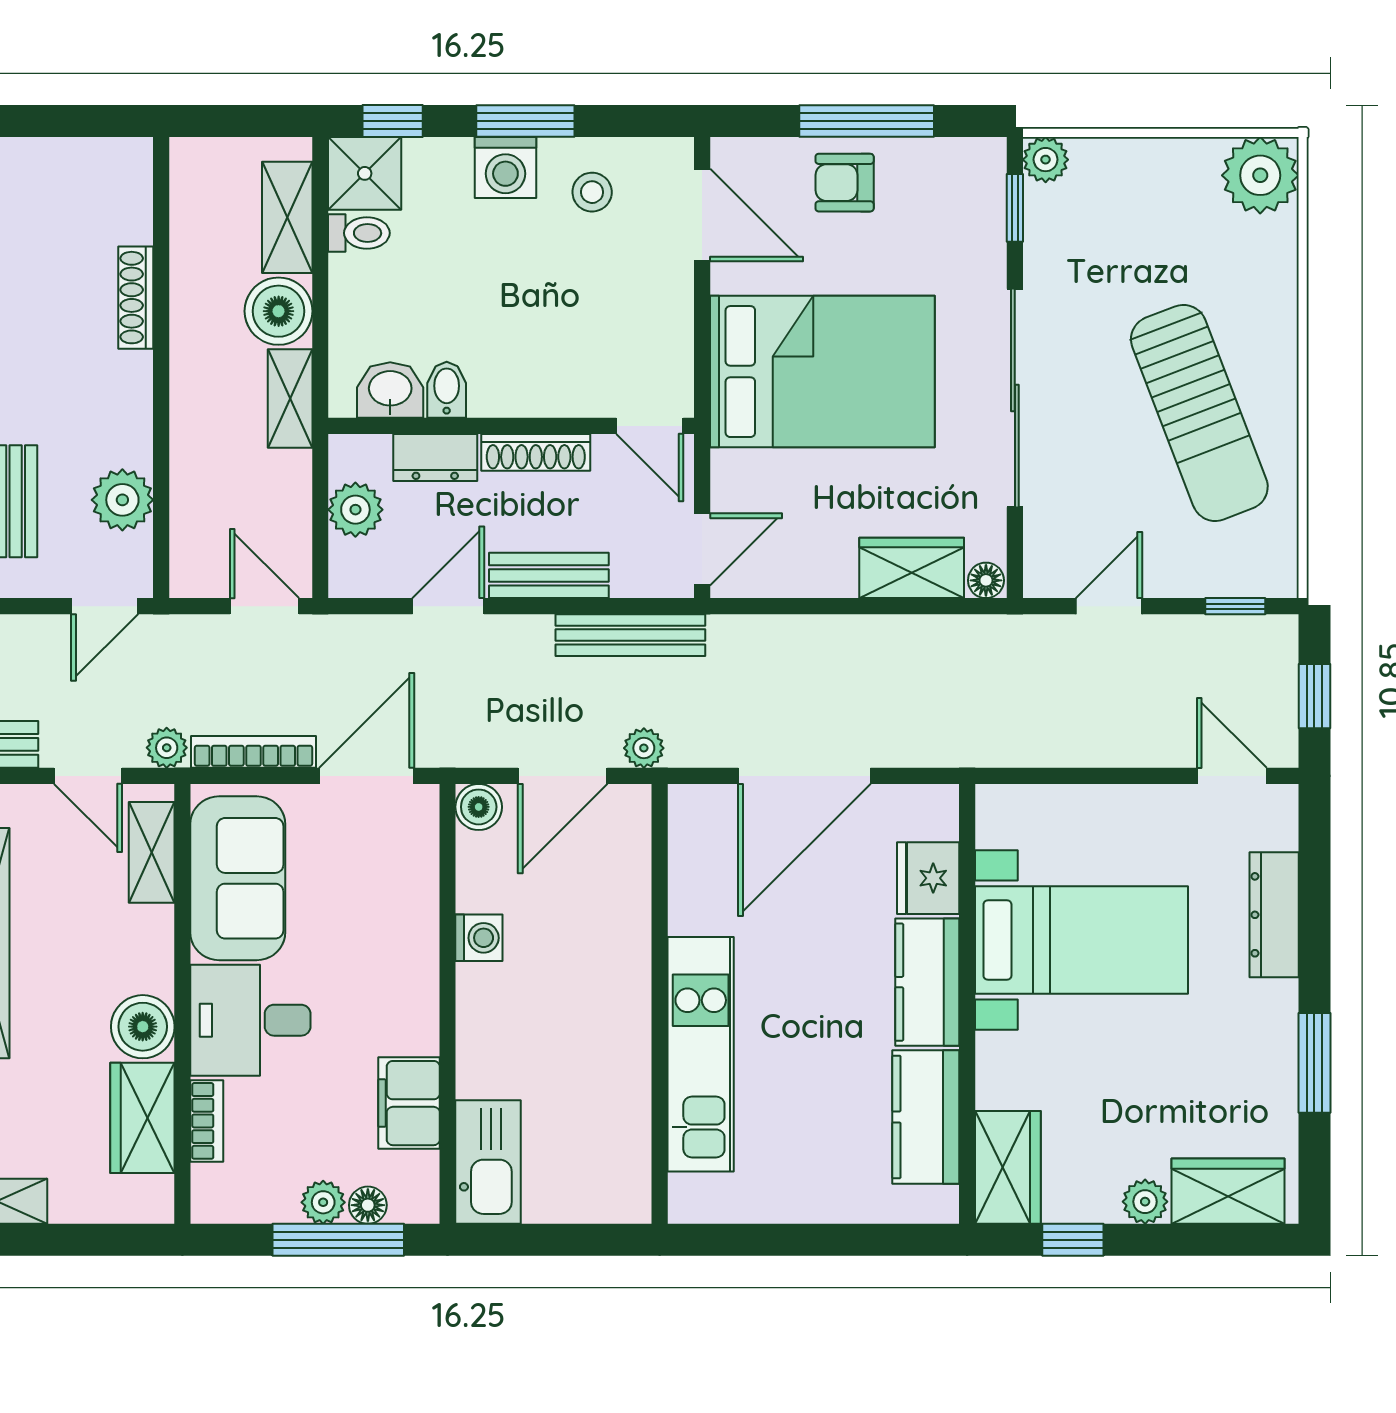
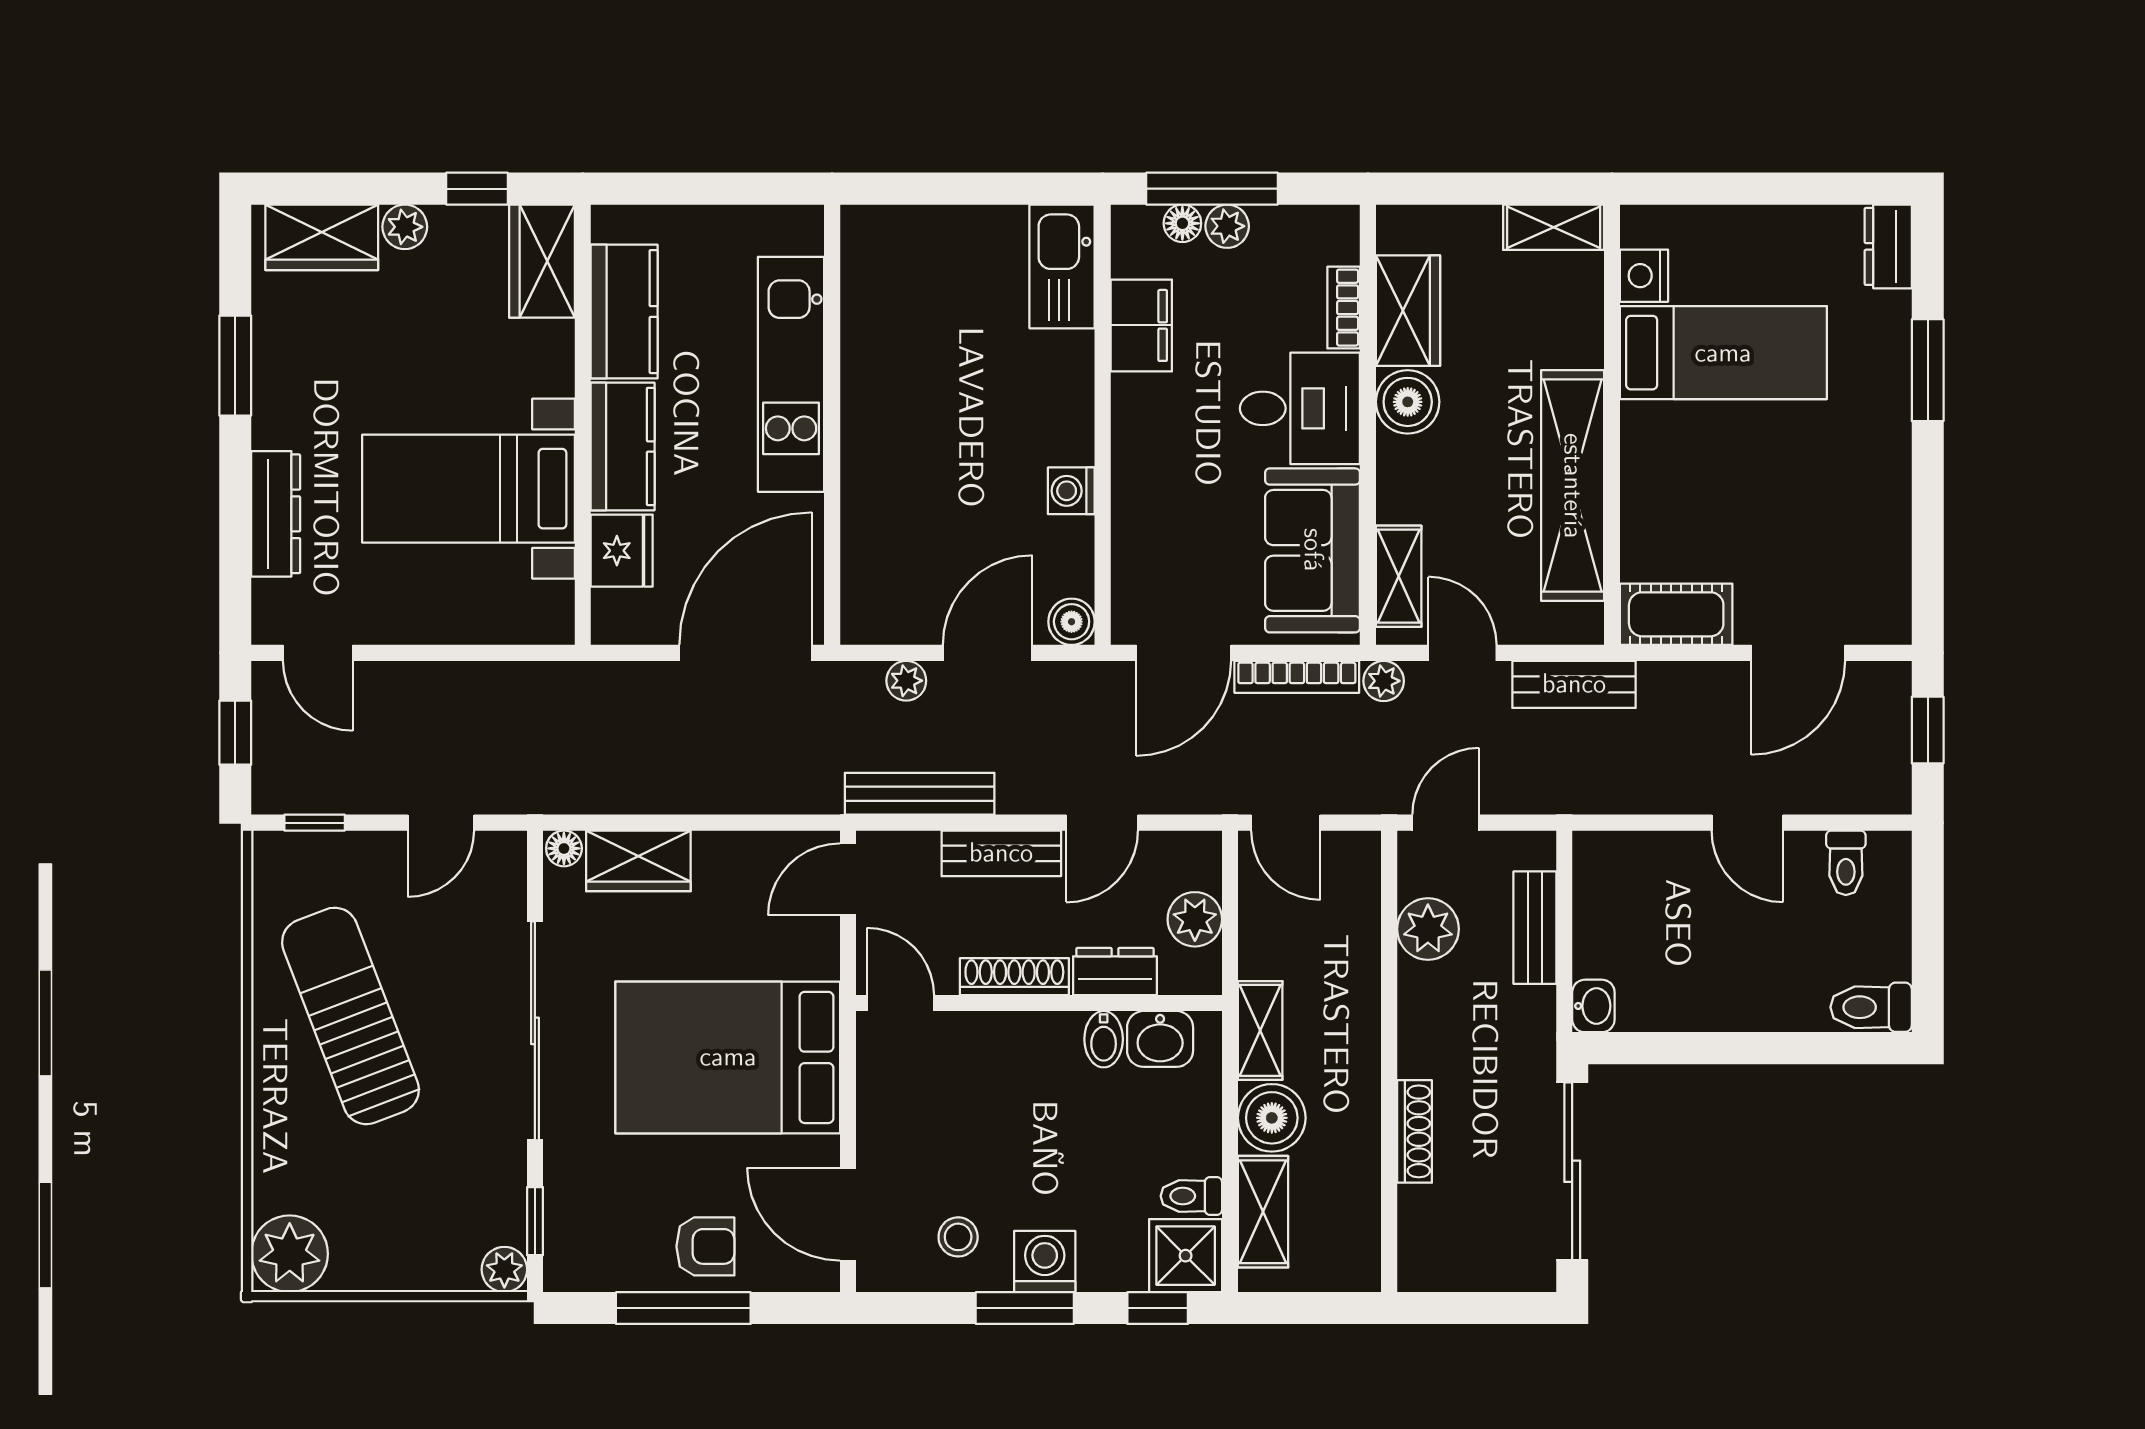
wall: (660, 1004) -> (832, 425), moved
kitchen unit: (701, 1054) -> (791, 374), moved

